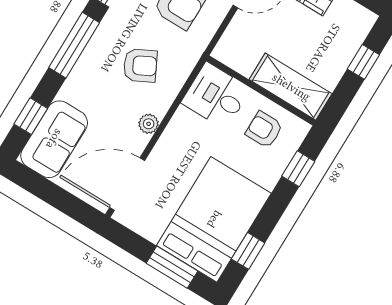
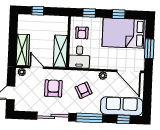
shelving: (291, 87) -> (60, 51), moved
sofa: (54, 139) -> (122, 106), width x1.36
window: (248, 251) -> (119, 14), moved
window: (172, 267) -> (149, 49), moved

